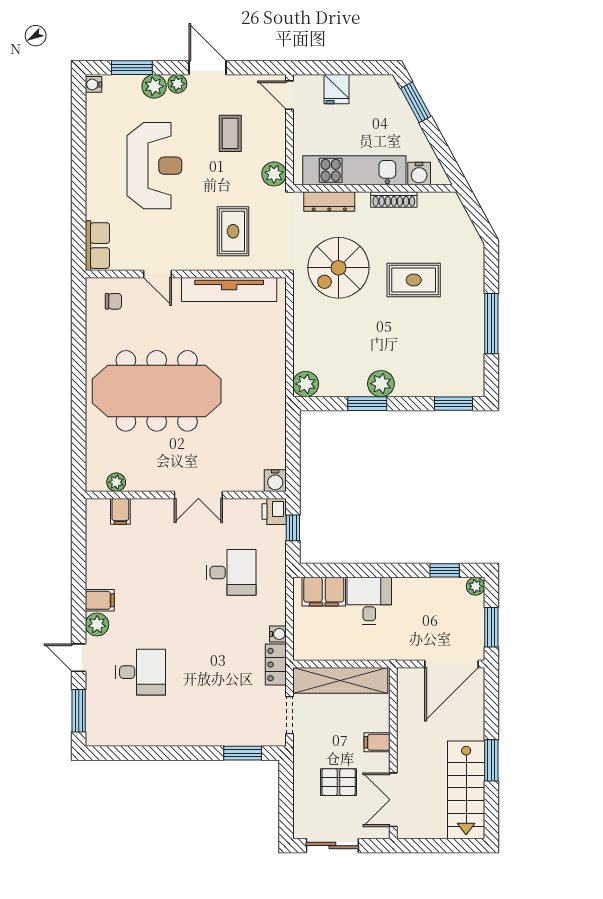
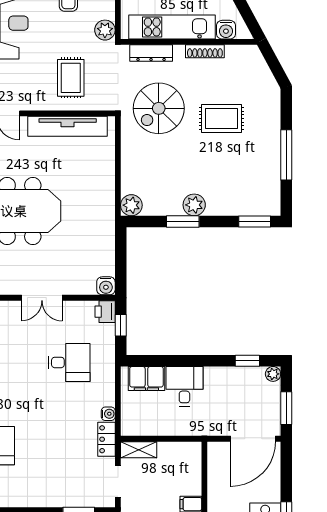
shelving: (340, 680) -> (139, 450), width x0.45, depth x0.75

